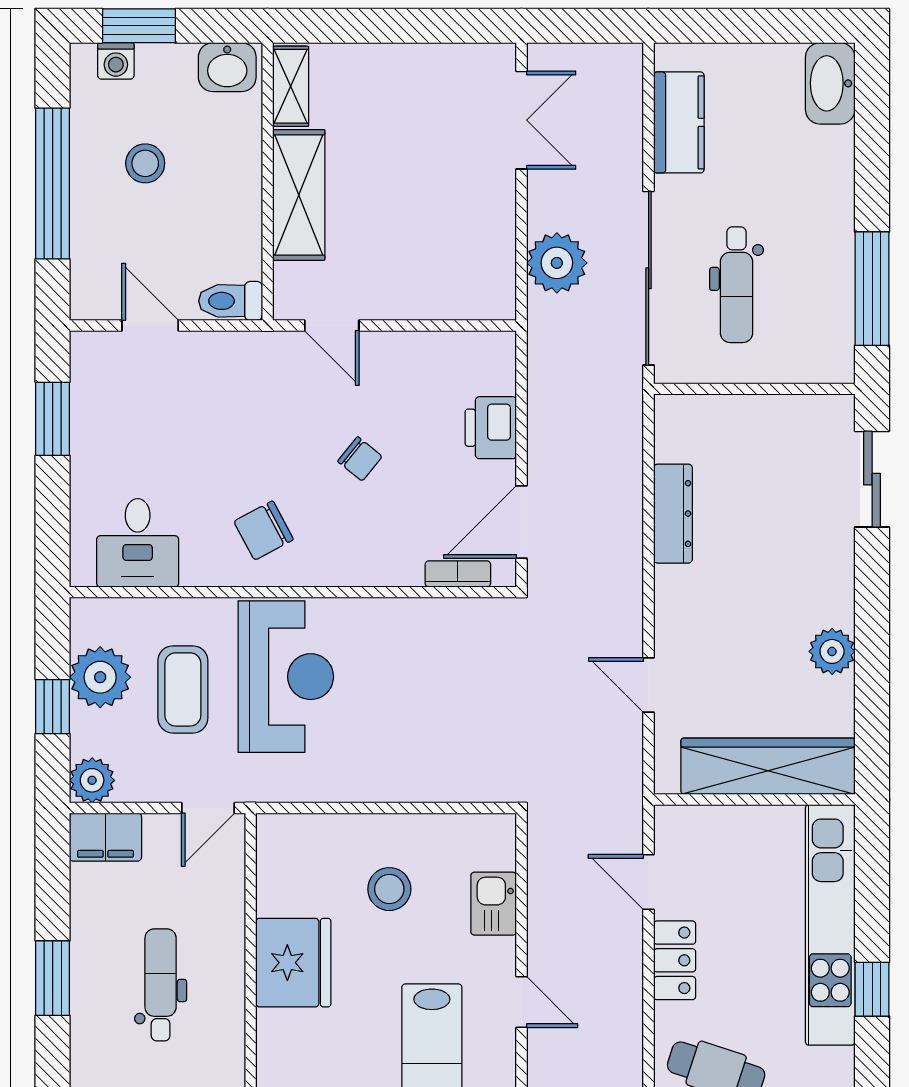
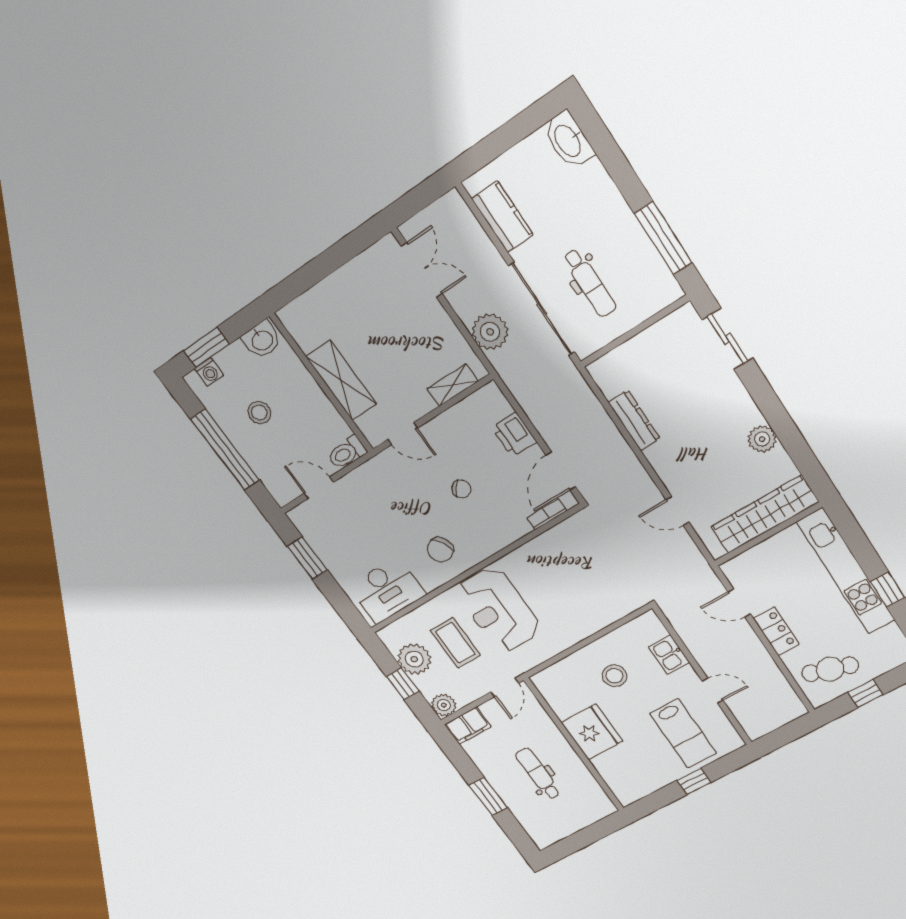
shelving: (291, 86) -> (453, 385), moved, turned 90
desk: (138, 543) -> (387, 590), width x1.37
reception desk: (286, 677) -> (499, 610), turned 180

